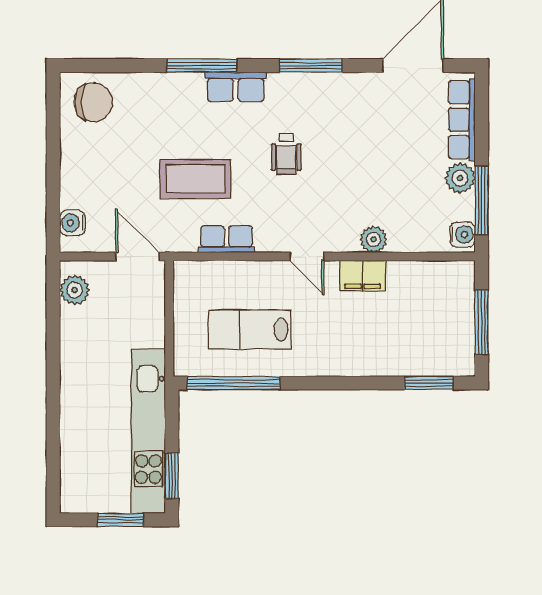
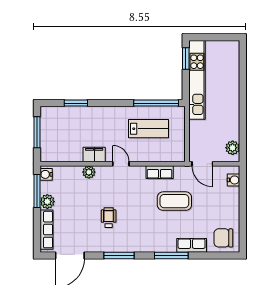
row of seats: (236, 87) -> (192, 245), moved
wheelchair: (286, 154) -> (109, 218), moved
window: (429, 383) -> (76, 103), moved
window: (121, 520) -> (210, 37), removed

